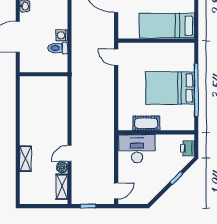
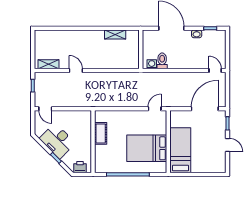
washing machine: (62, 35) -> (152, 64), moved
bed: (170, 88) -> (147, 148), moved, turned -90
desk: (137, 149) -> (57, 141), moved, turned 135
shelving: (25, 159) -> (115, 35), moved
boiler: (62, 167) -> (64, 64), removed

